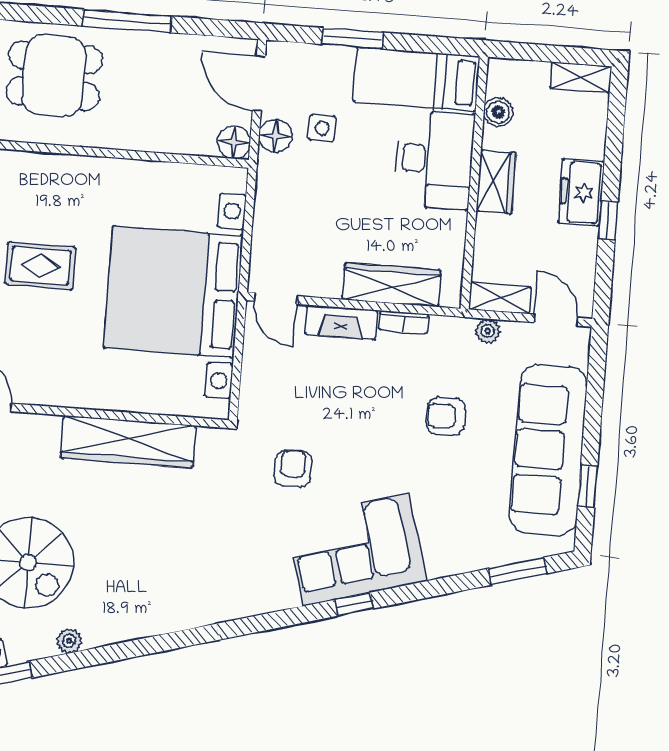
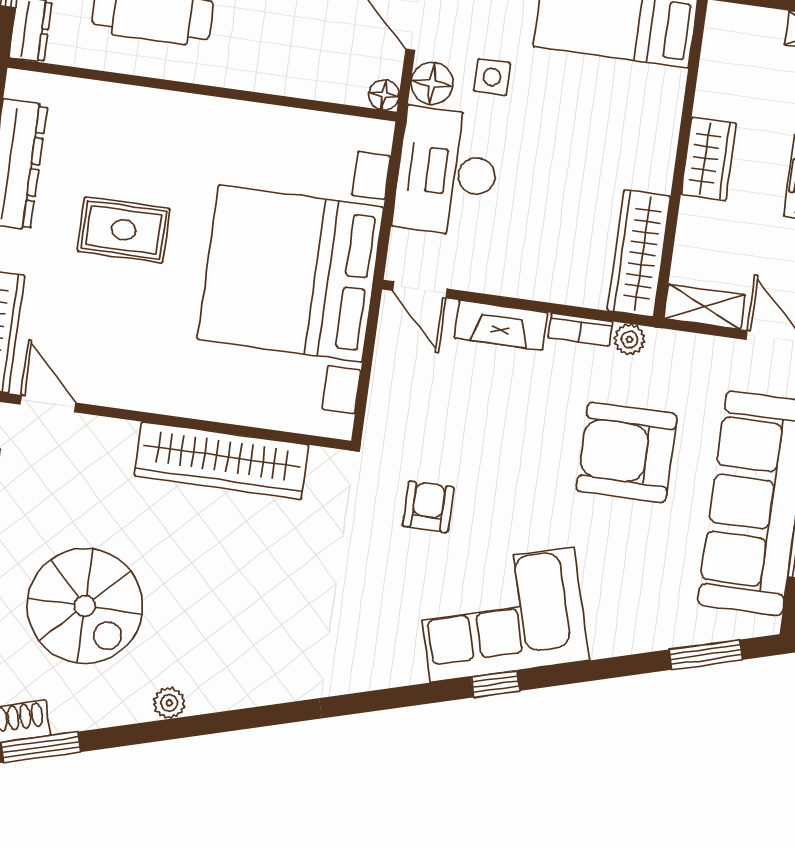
boiler: (498, 112) -> (717, 70), removed
floor lamp: (234, 142) -> (384, 95), width x0.73, depth x0.73
desk: (434, 159) -> (447, 172), moved, turned 180
wardrobe: (391, 285) -> (639, 253), moved, turned -90
plant: (488, 331) -> (629, 339), moved
armchair: (446, 416) -> (627, 452), width x1.88, depth x1.88
plant: (69, 641) -> (169, 703), moved

